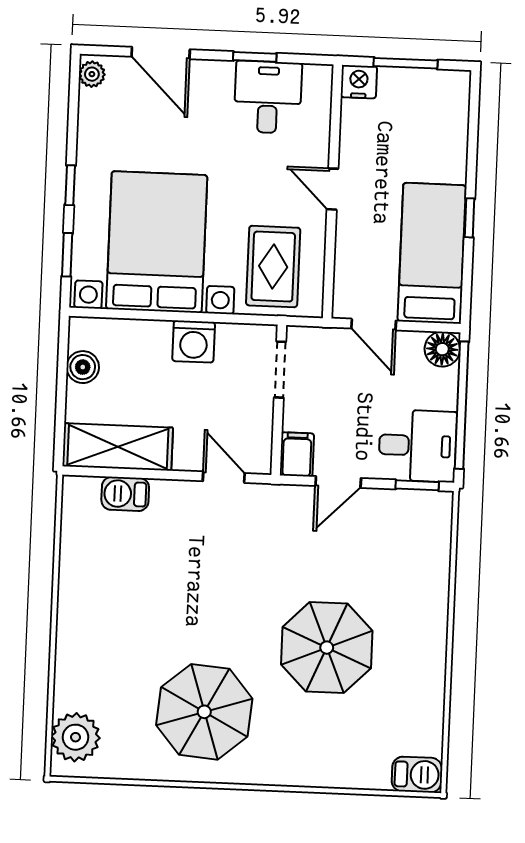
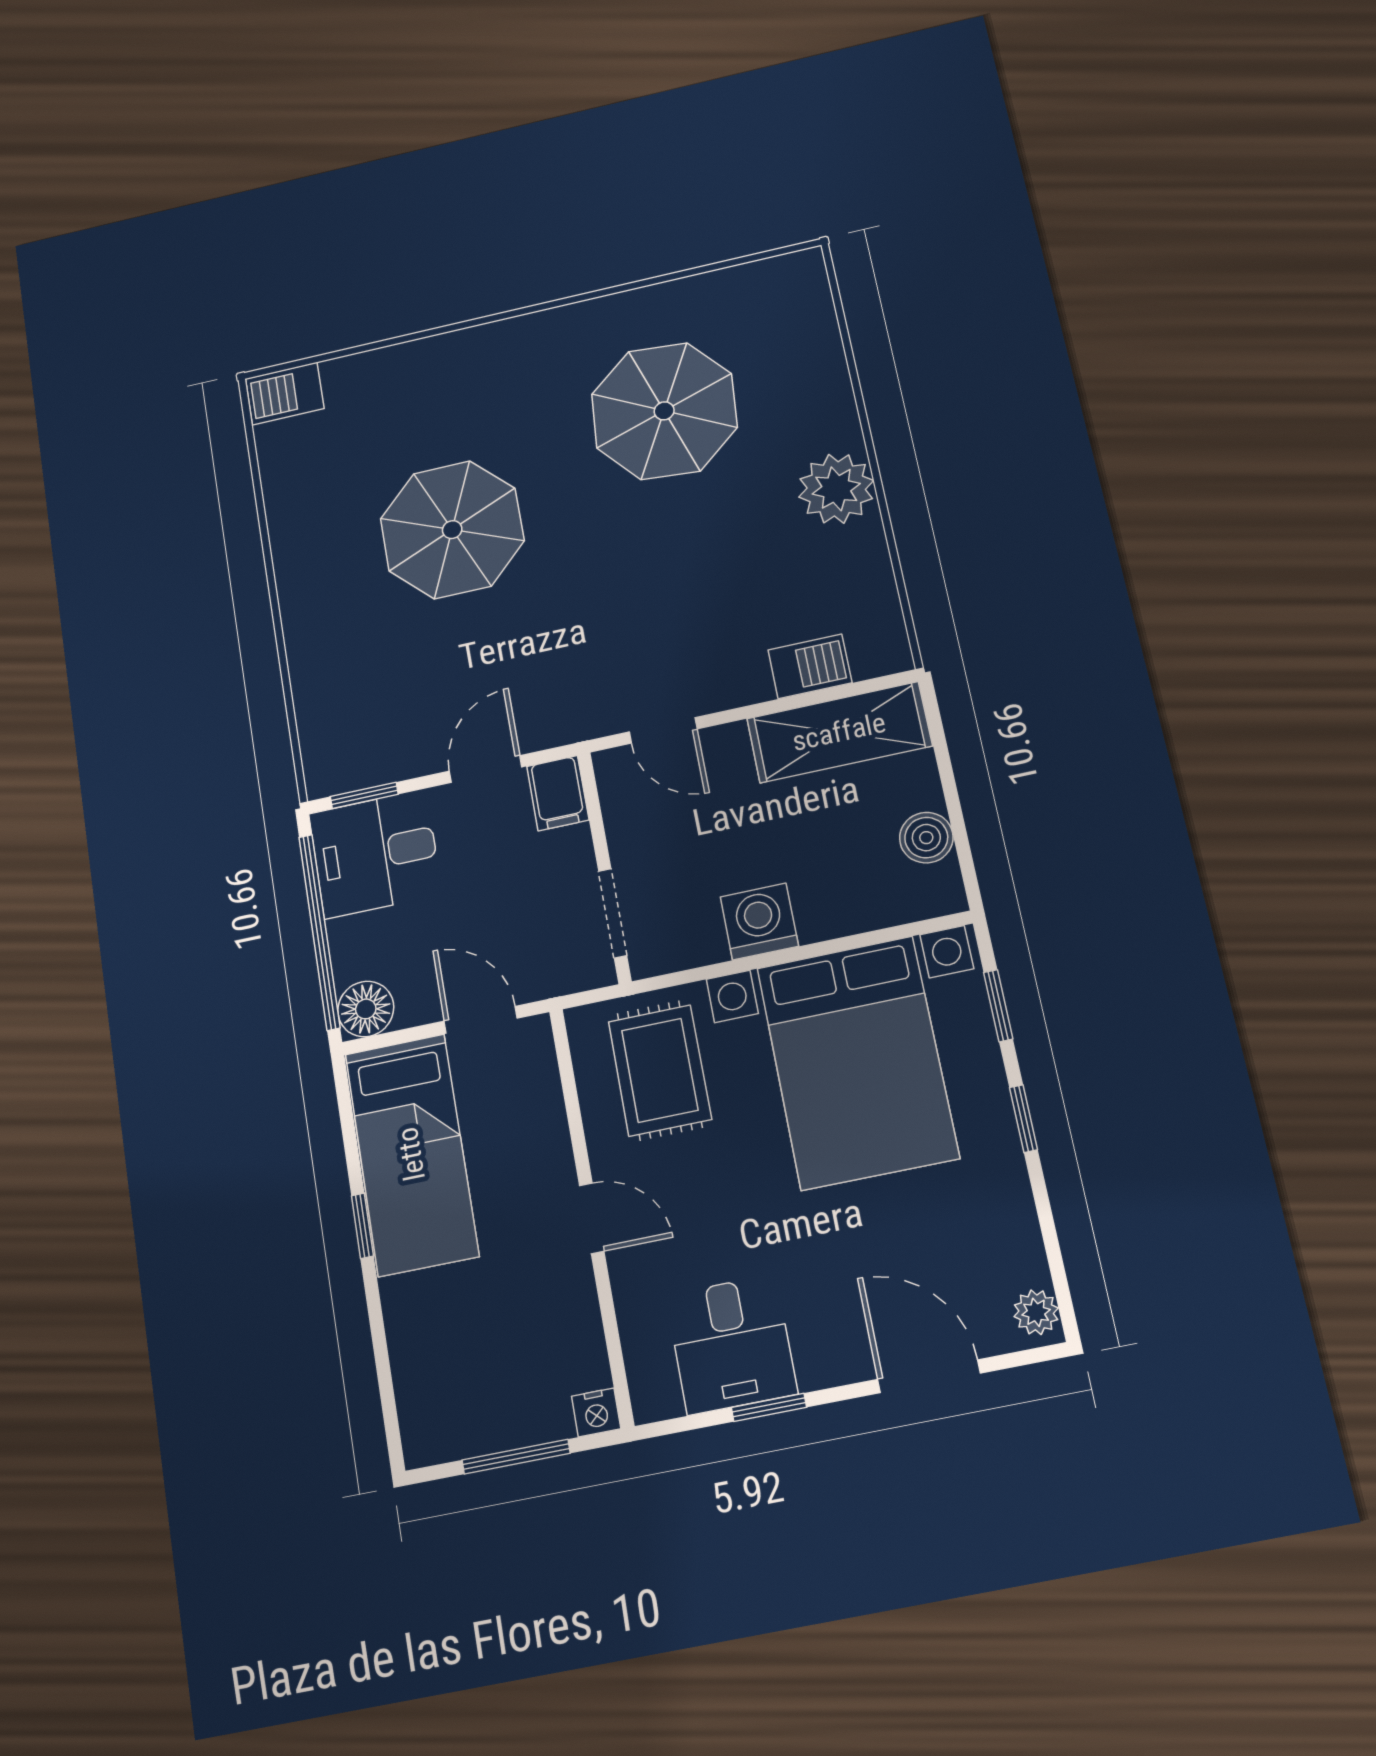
nightstand: (359, 82) -> (596, 1412), width x0.72, depth x0.74
parasol: (204, 712) -> (664, 411), moved
plant: (76, 737) -> (836, 489), moved

